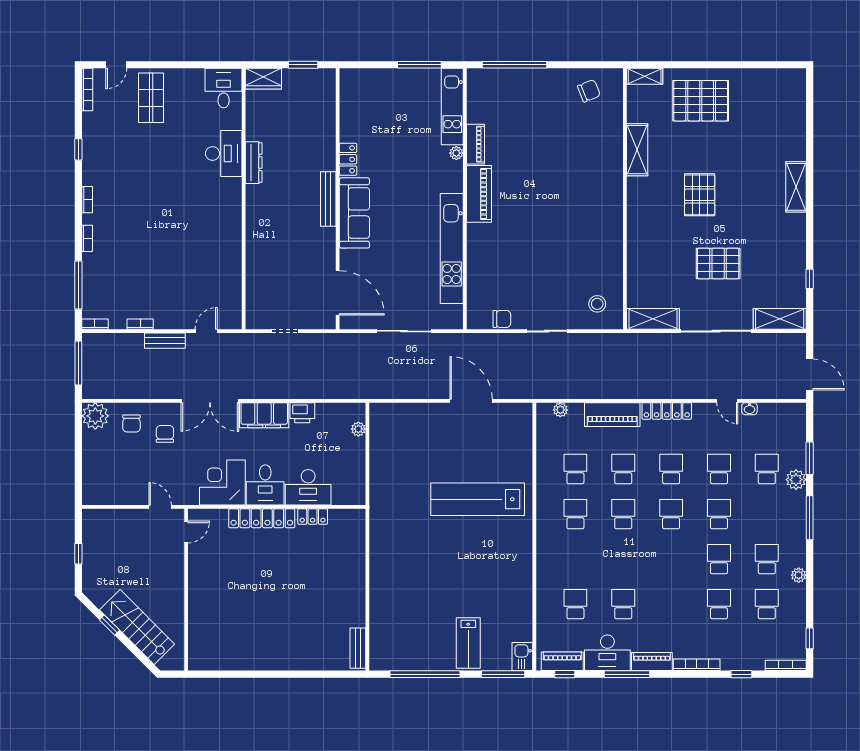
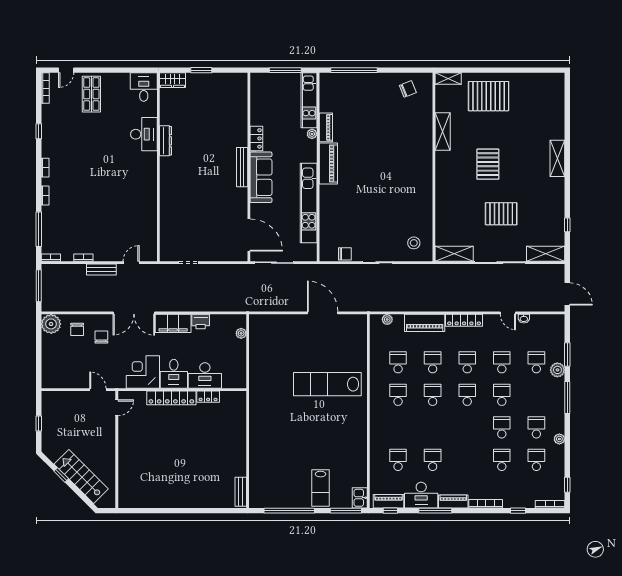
locker: (348, 159) -> (256, 138), moved
bench: (328, 199) -> (242, 167), moved
wall: (338, 199) -> (249, 167), moved
sofa: (354, 213) -> (261, 177), moved
door: (338, 293) -> (249, 235), moved

